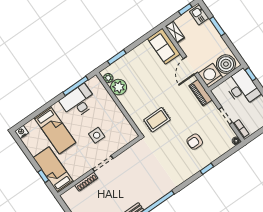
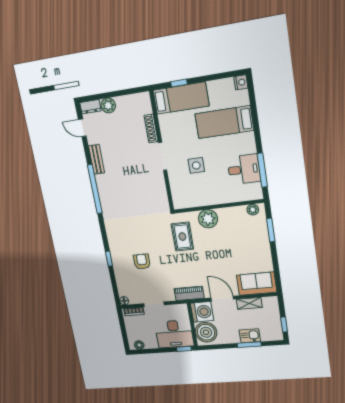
kitchen sink: (199, 15) -> (250, 336), moved
shelving: (175, 32) -> (249, 303), moved
plant: (119, 87) -> (208, 219), moved
desk: (78, 102) -> (244, 169), width x0.73

